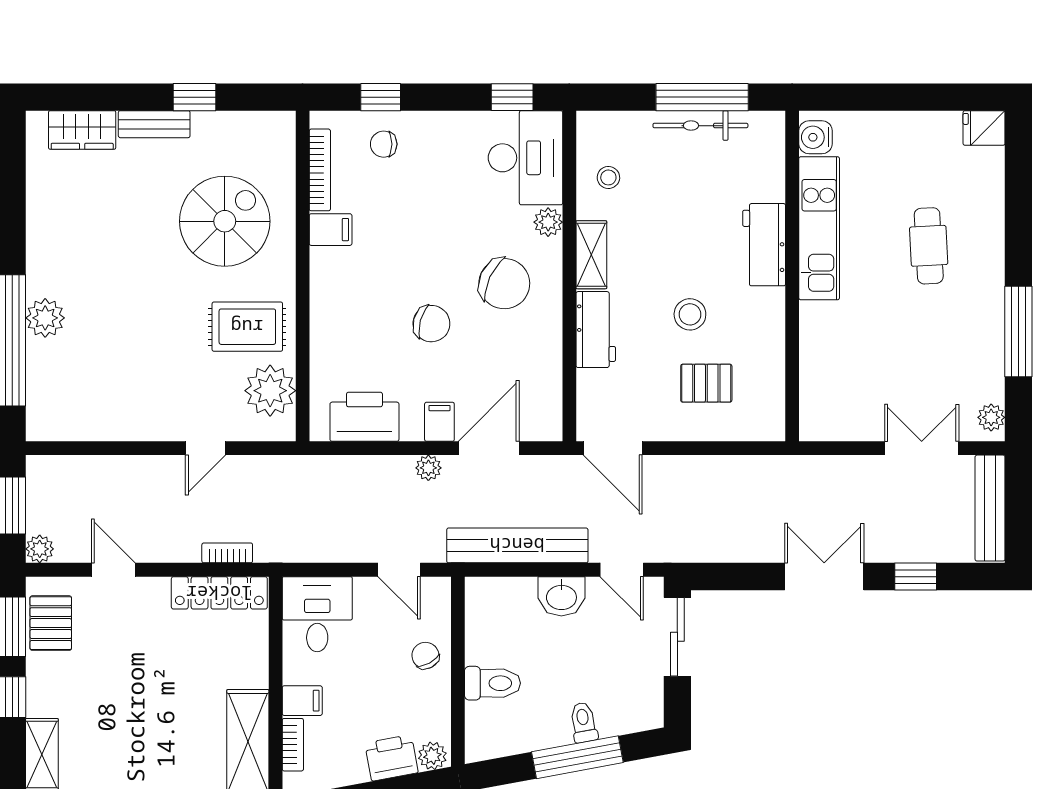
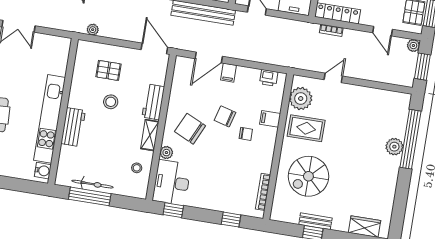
bench: (154, 124) -> (315, 221), moved
chair: (384, 144) -> (246, 134), moved
kitchen unit: (819, 228) -> (50, 119), width x1.36
filing cabinet: (331, 230) -> (270, 119), moved
printer: (364, 417) -> (269, 78), width x0.53, depth x0.68
plant: (428, 468) -> (93, 30), moved

